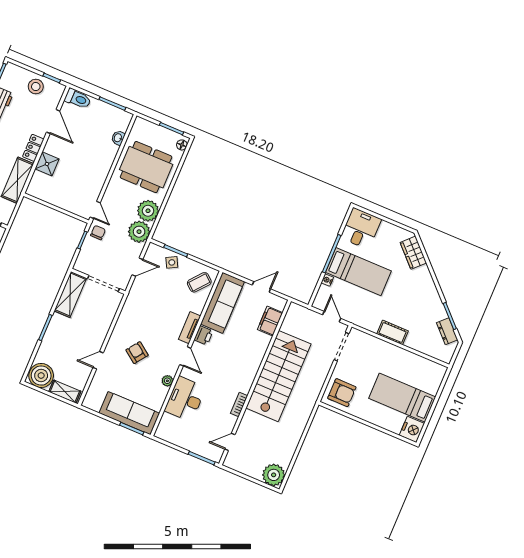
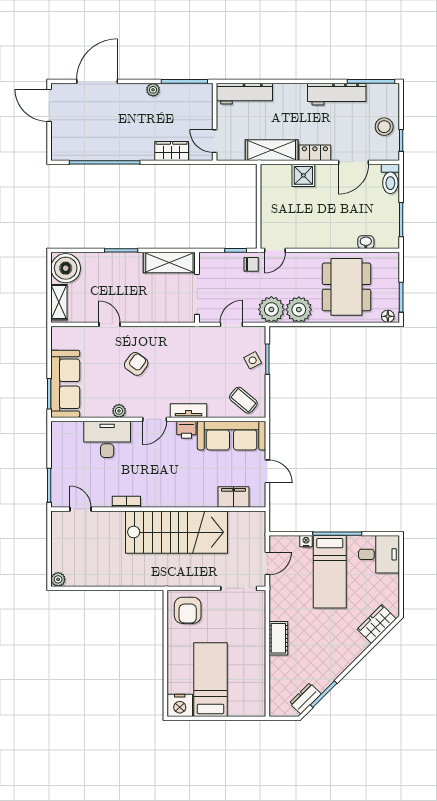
door: (137, 267) -> (231, 324), swing flipped
plant: (274, 475) -> (58, 579), width x0.53, depth x0.53

